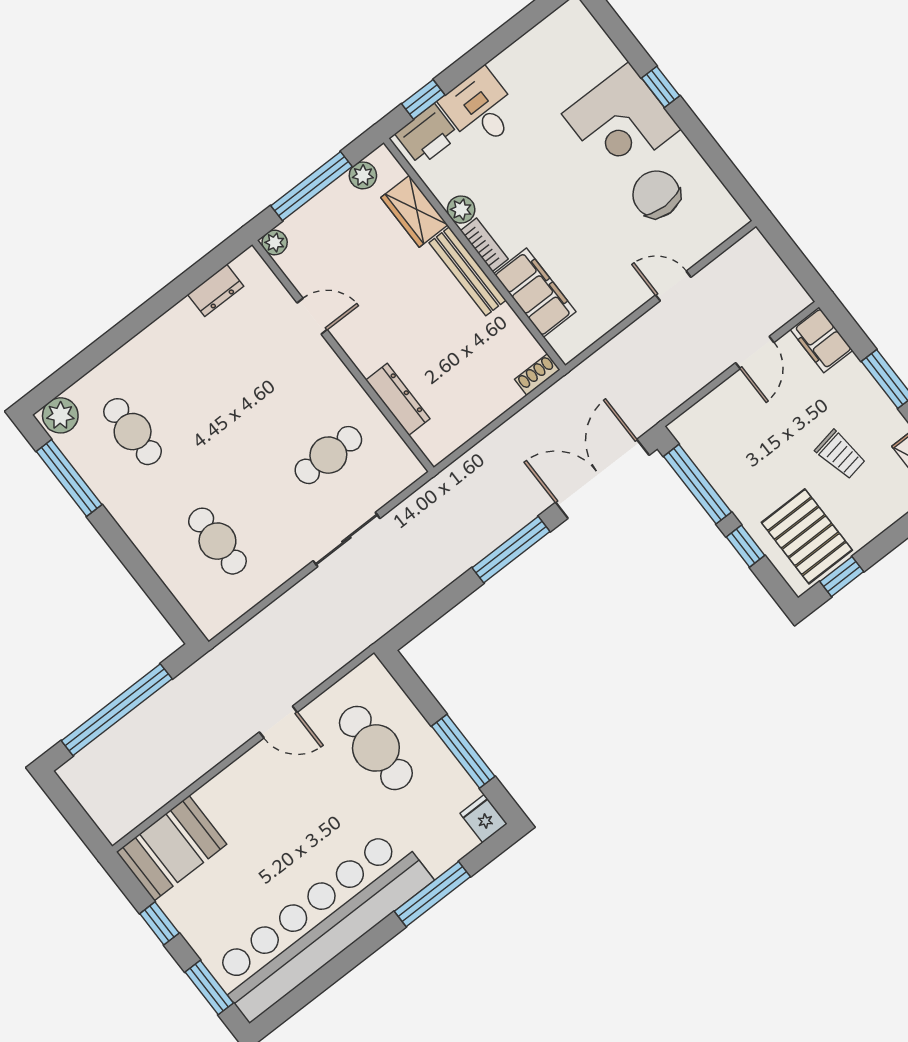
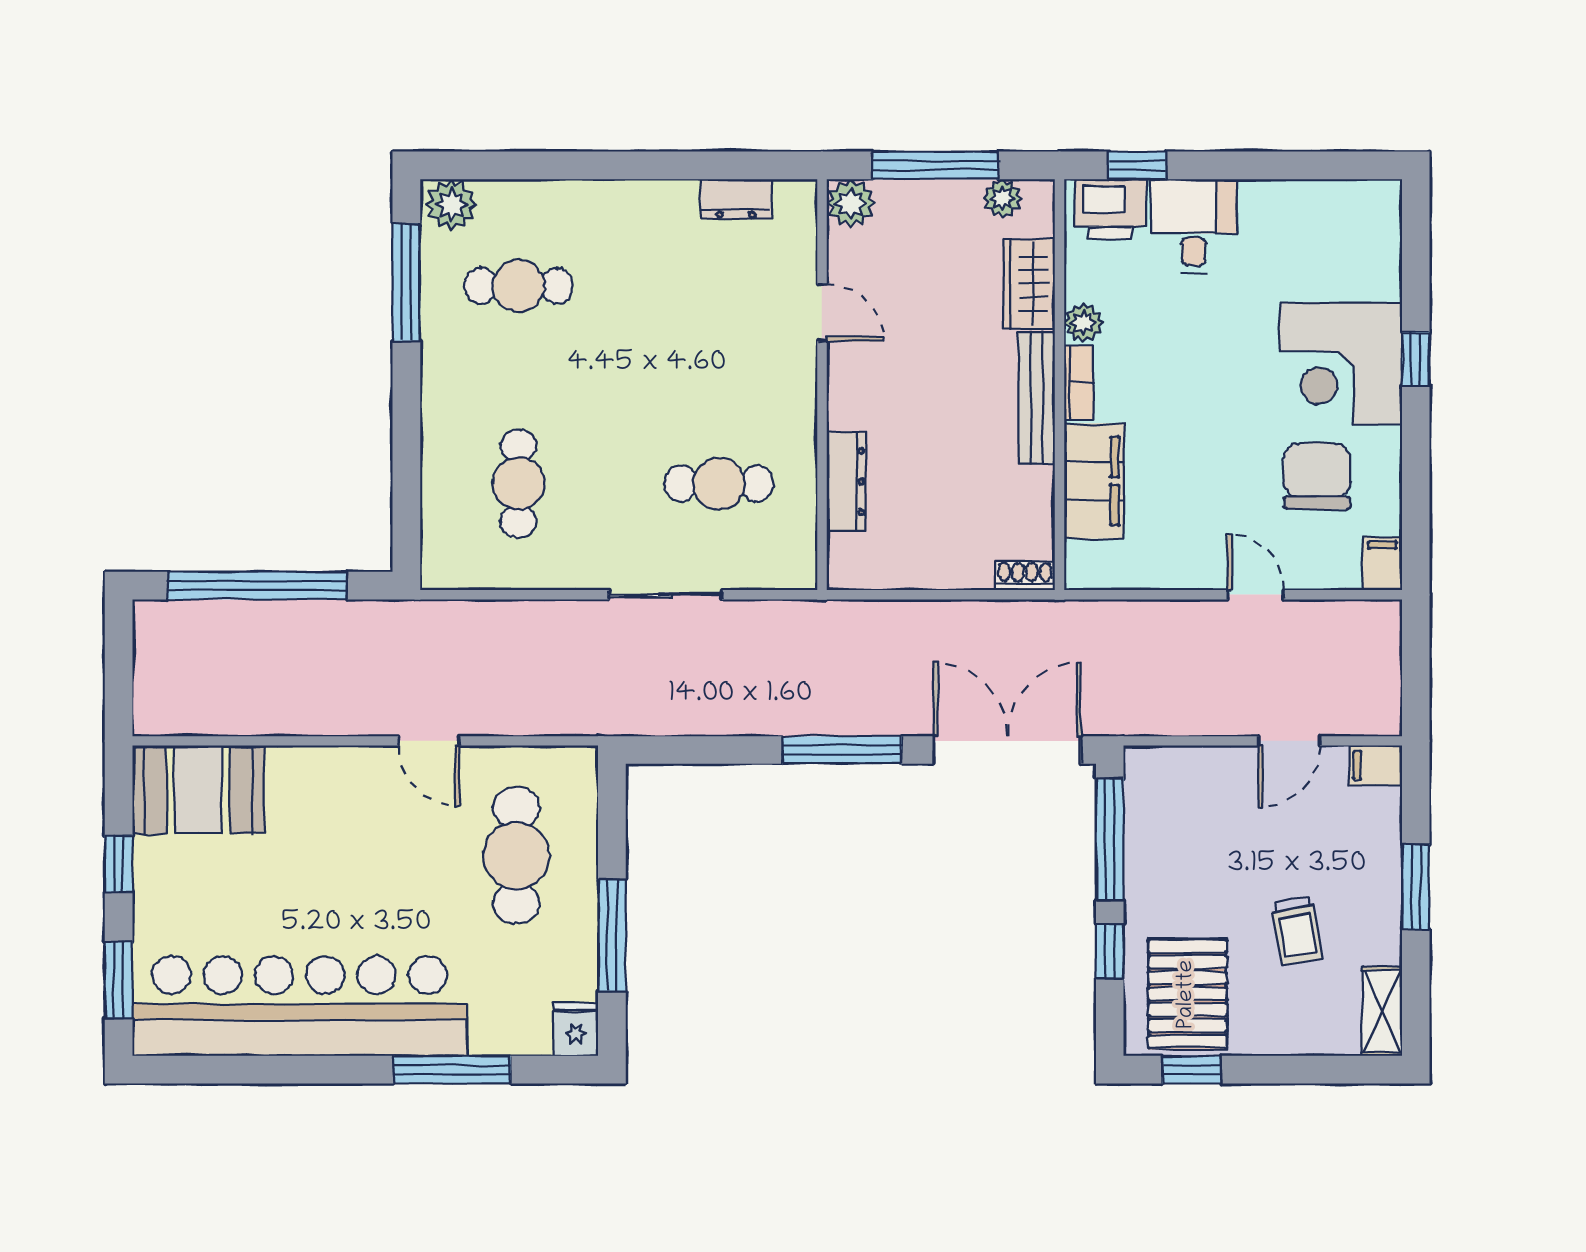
filing cabinet: (730, 215) -> (1382, 564), added
plant: (275, 243) -> (851, 203), width x1.38, depth x1.38
filing cabinet: (821, 340) -> (1376, 765), width x0.50
cafe table: (133, 432) -> (519, 286), turned 90

